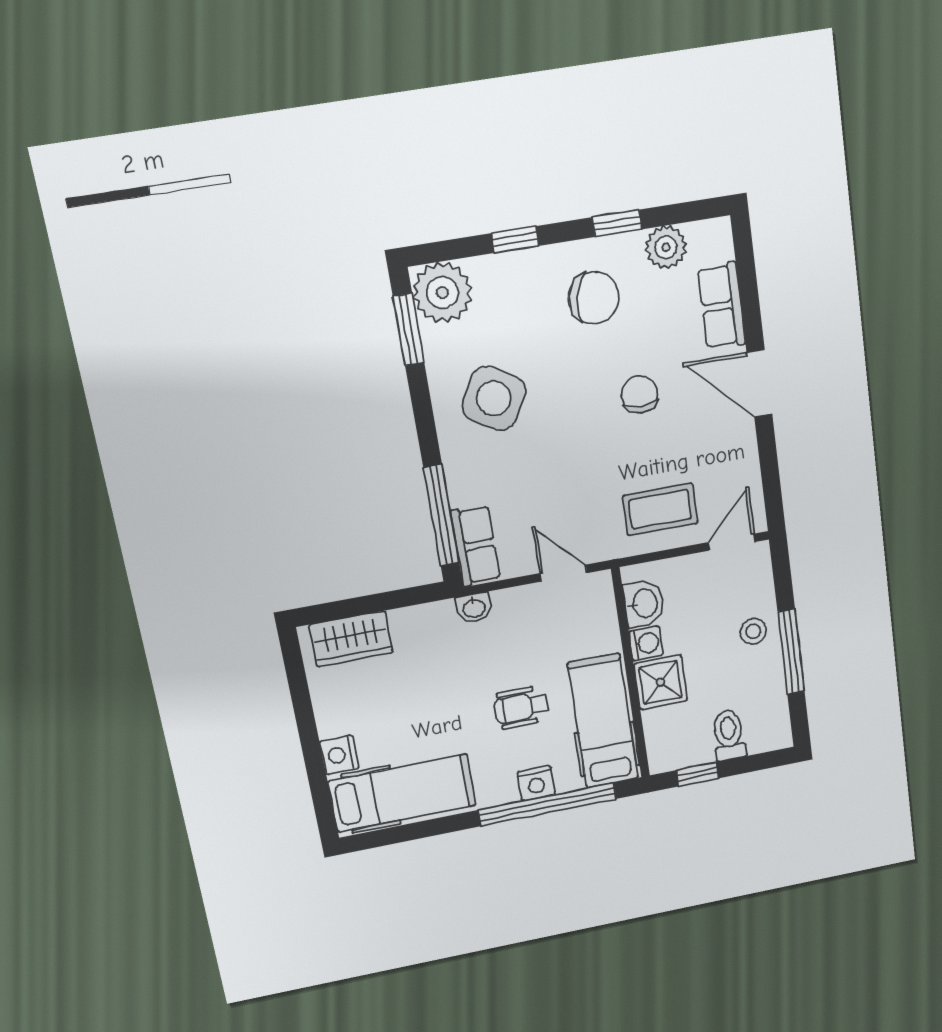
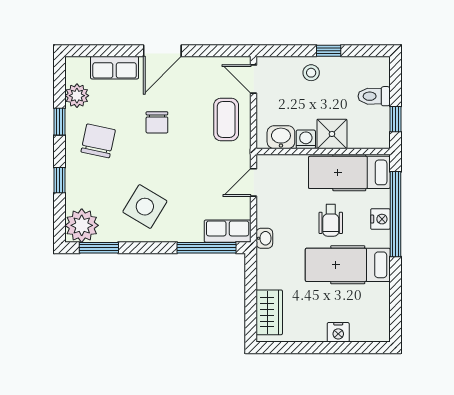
chair: (640, 395) -> (157, 122), turned -90
window: (791, 652) -> (329, 51), width x0.46
hospital bed: (402, 793) -> (348, 265), moved, turned -90

